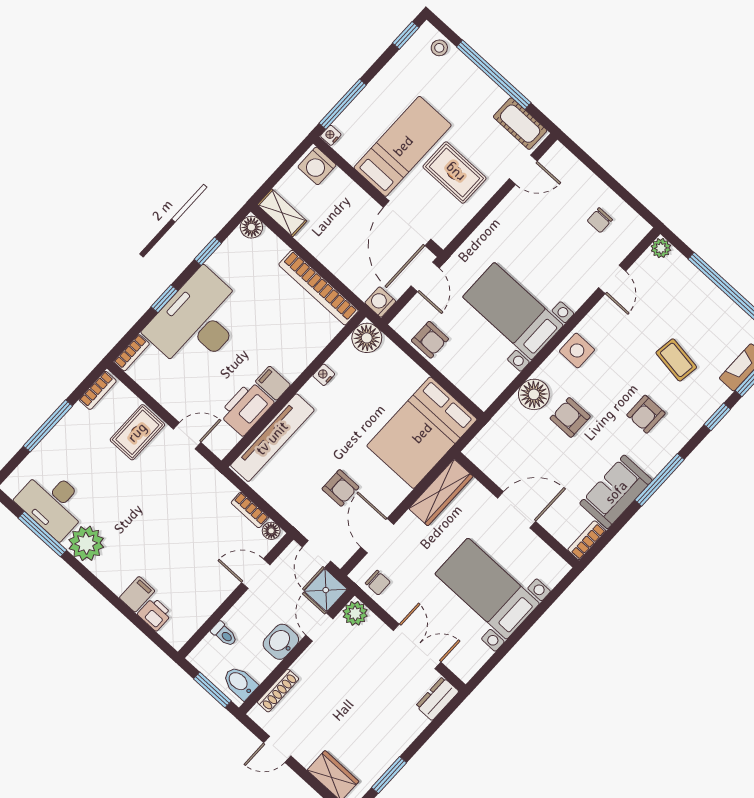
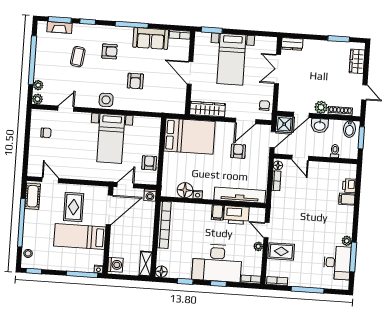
plant: (681, 266) -> (38, 85), added
floor lamp: (367, 338) -> (185, 190), moved
floor lamp: (534, 394) -> (138, 103), removed
plant: (173, 404) -> (258, 246), added
plant: (86, 543) -> (347, 241), width x0.53, depth x0.53
window: (555, 594) -> (212, 30), added
plant: (355, 613) -> (321, 107), moved

